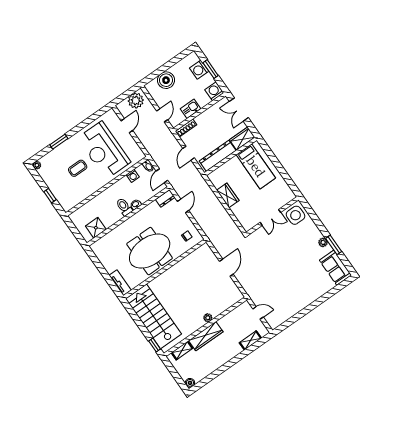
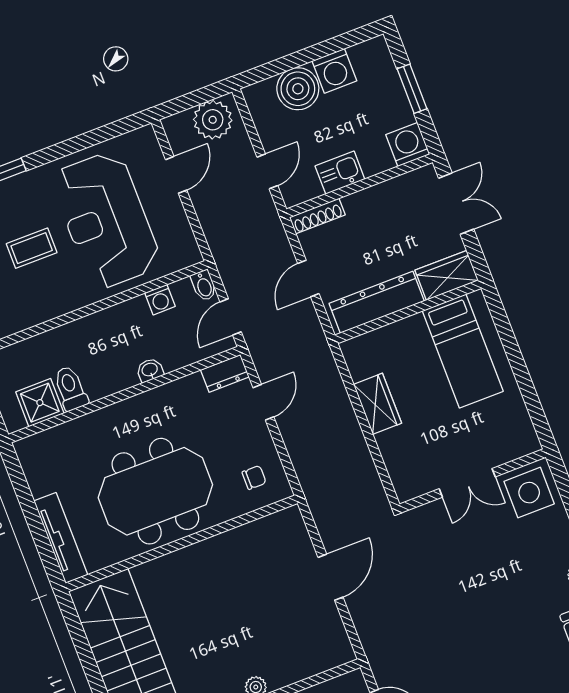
washing machine: (199, 70) -> (334, 71), moved, turned -90
double door: (239, 110) -> (456, 204), swing flipped
toilet: (124, 207) -> (71, 388), moved
tv unit: (120, 283) -> (61, 538), width x1.41

